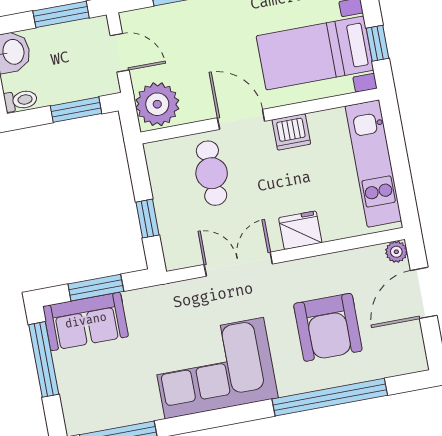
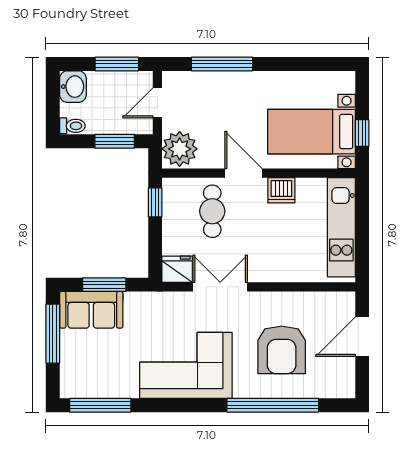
door: (120, 53) -> (157, 103), swing flipped
window: (147, 219) -> (155, 202), moved
fridge: (300, 230) -> (177, 269), moved
plant: (396, 252) -> (347, 300), removed

